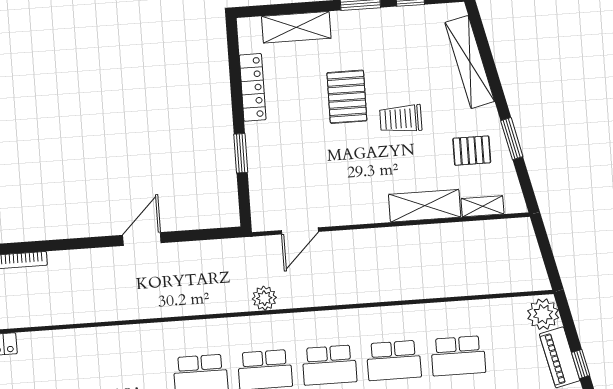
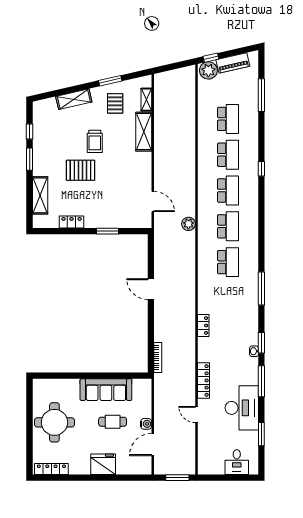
shelving: (470, 62) -> (74, 99), width x0.68
locker: (253, 87) -> (72, 222), width x0.66
locker: (83, 338) -> (203, 325), added
window: (581, 364) -> (211, 58), moved

